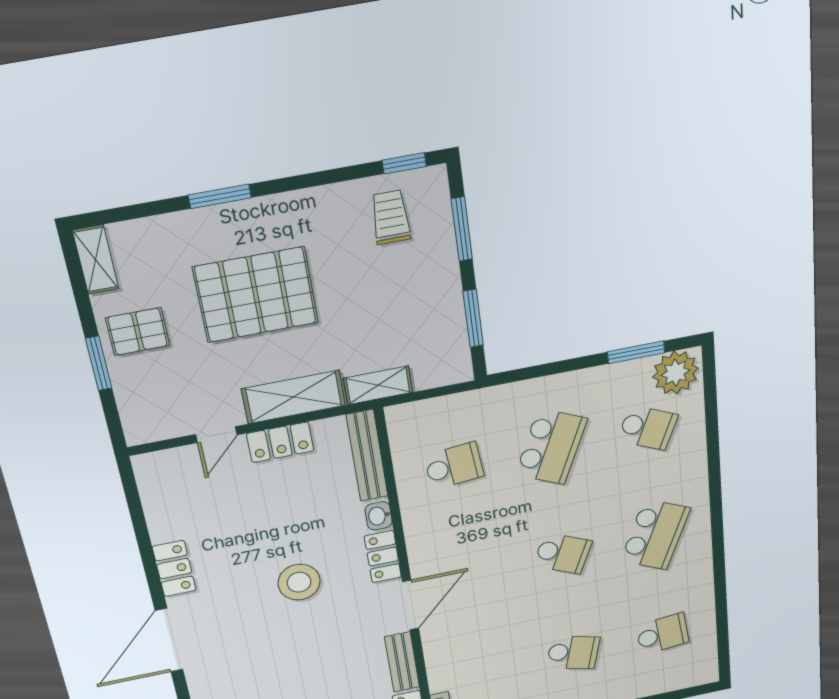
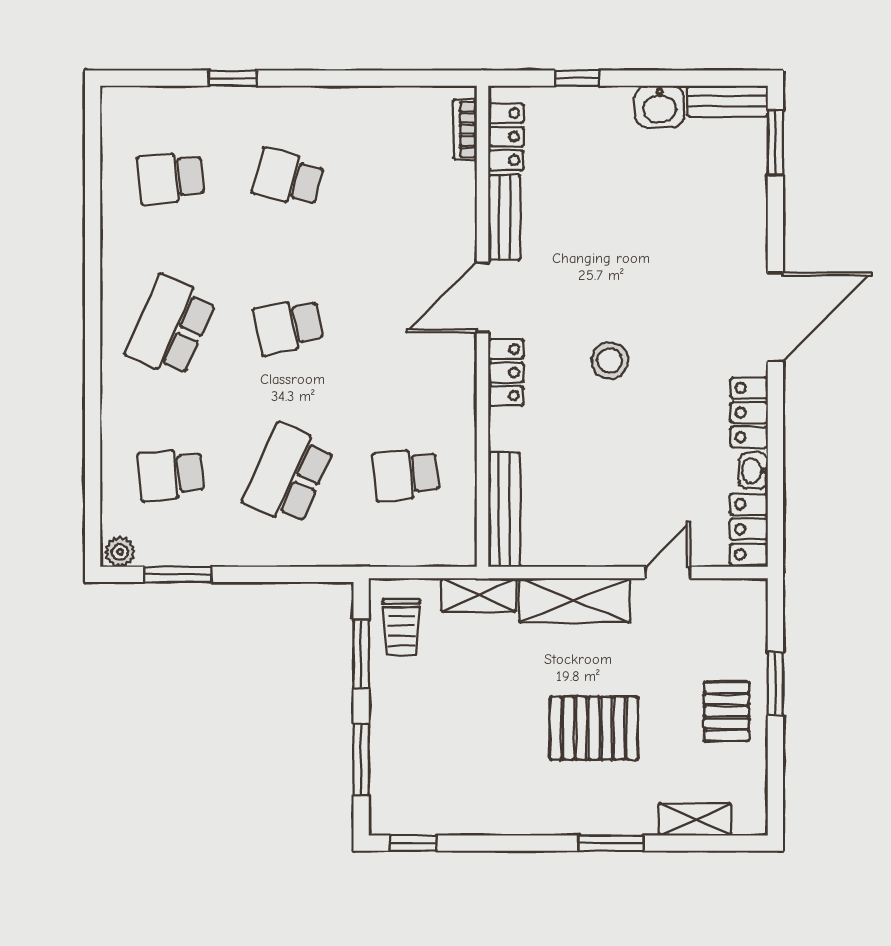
trolley: (391, 217) -> (401, 627), moved
shelving: (96, 260) -> (695, 819), moved, turned 90
pallet: (256, 295) -> (594, 728), width x0.73, depth x0.71
pallet: (138, 332) -> (727, 712), turned 90
plant: (675, 373) -> (120, 552), width x0.53, depth x0.53
school desk: (648, 428) -> (171, 475), turned -30
locker: (280, 442) -> (749, 529), moved, turned -90
washbasin: (379, 516) -> (753, 471), moved, turned 180
school desk: (563, 553) -> (288, 326), turned -36
stool: (299, 582) -> (610, 361), width x0.73, depth x0.73

